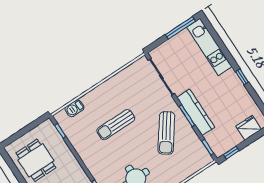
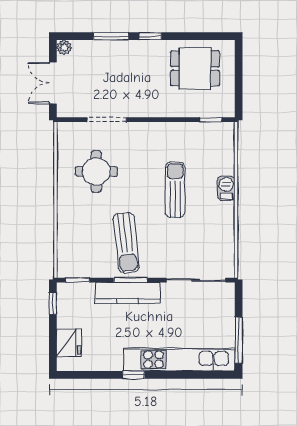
kitchen unit: (209, 47) -> (179, 360), width x1.36
barbecue: (74, 108) -> (226, 188), moved
sun lounger: (166, 133) -> (126, 243), turned -132

